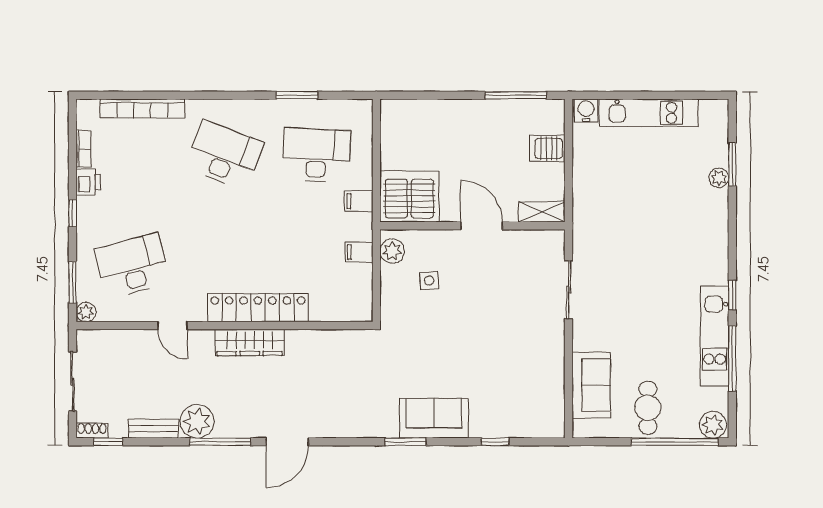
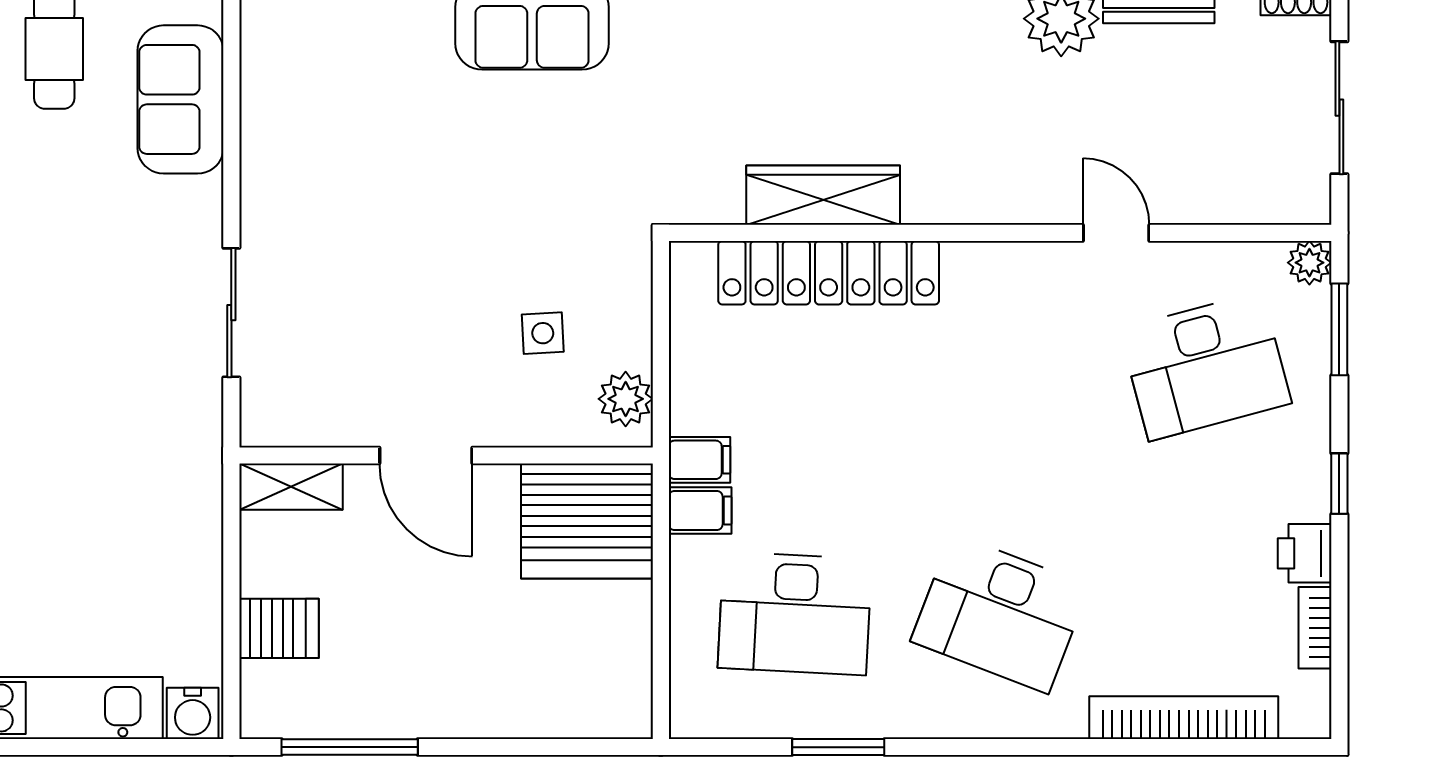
filing cabinet: (359, 252) -> (699, 460), moved
locker: (258, 308) -> (829, 273), moved
wardrobe: (250, 342) -> (823, 195), moved

